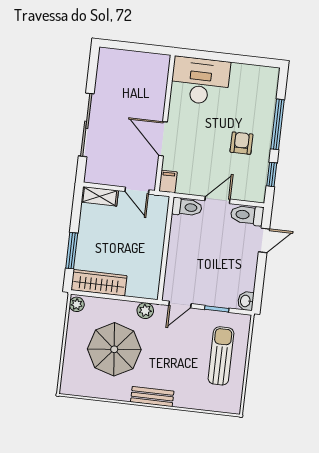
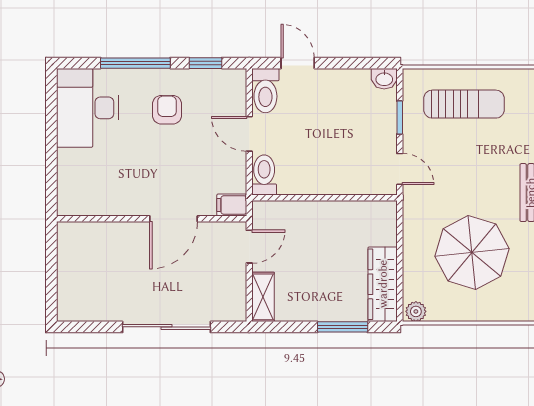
desk: (200, 81) -> (88, 108), moved
armchair: (241, 143) -> (167, 110), turned 90
plant: (145, 311) -> (414, 216), removed
sun lounger: (221, 356) -> (464, 104), turned 180

